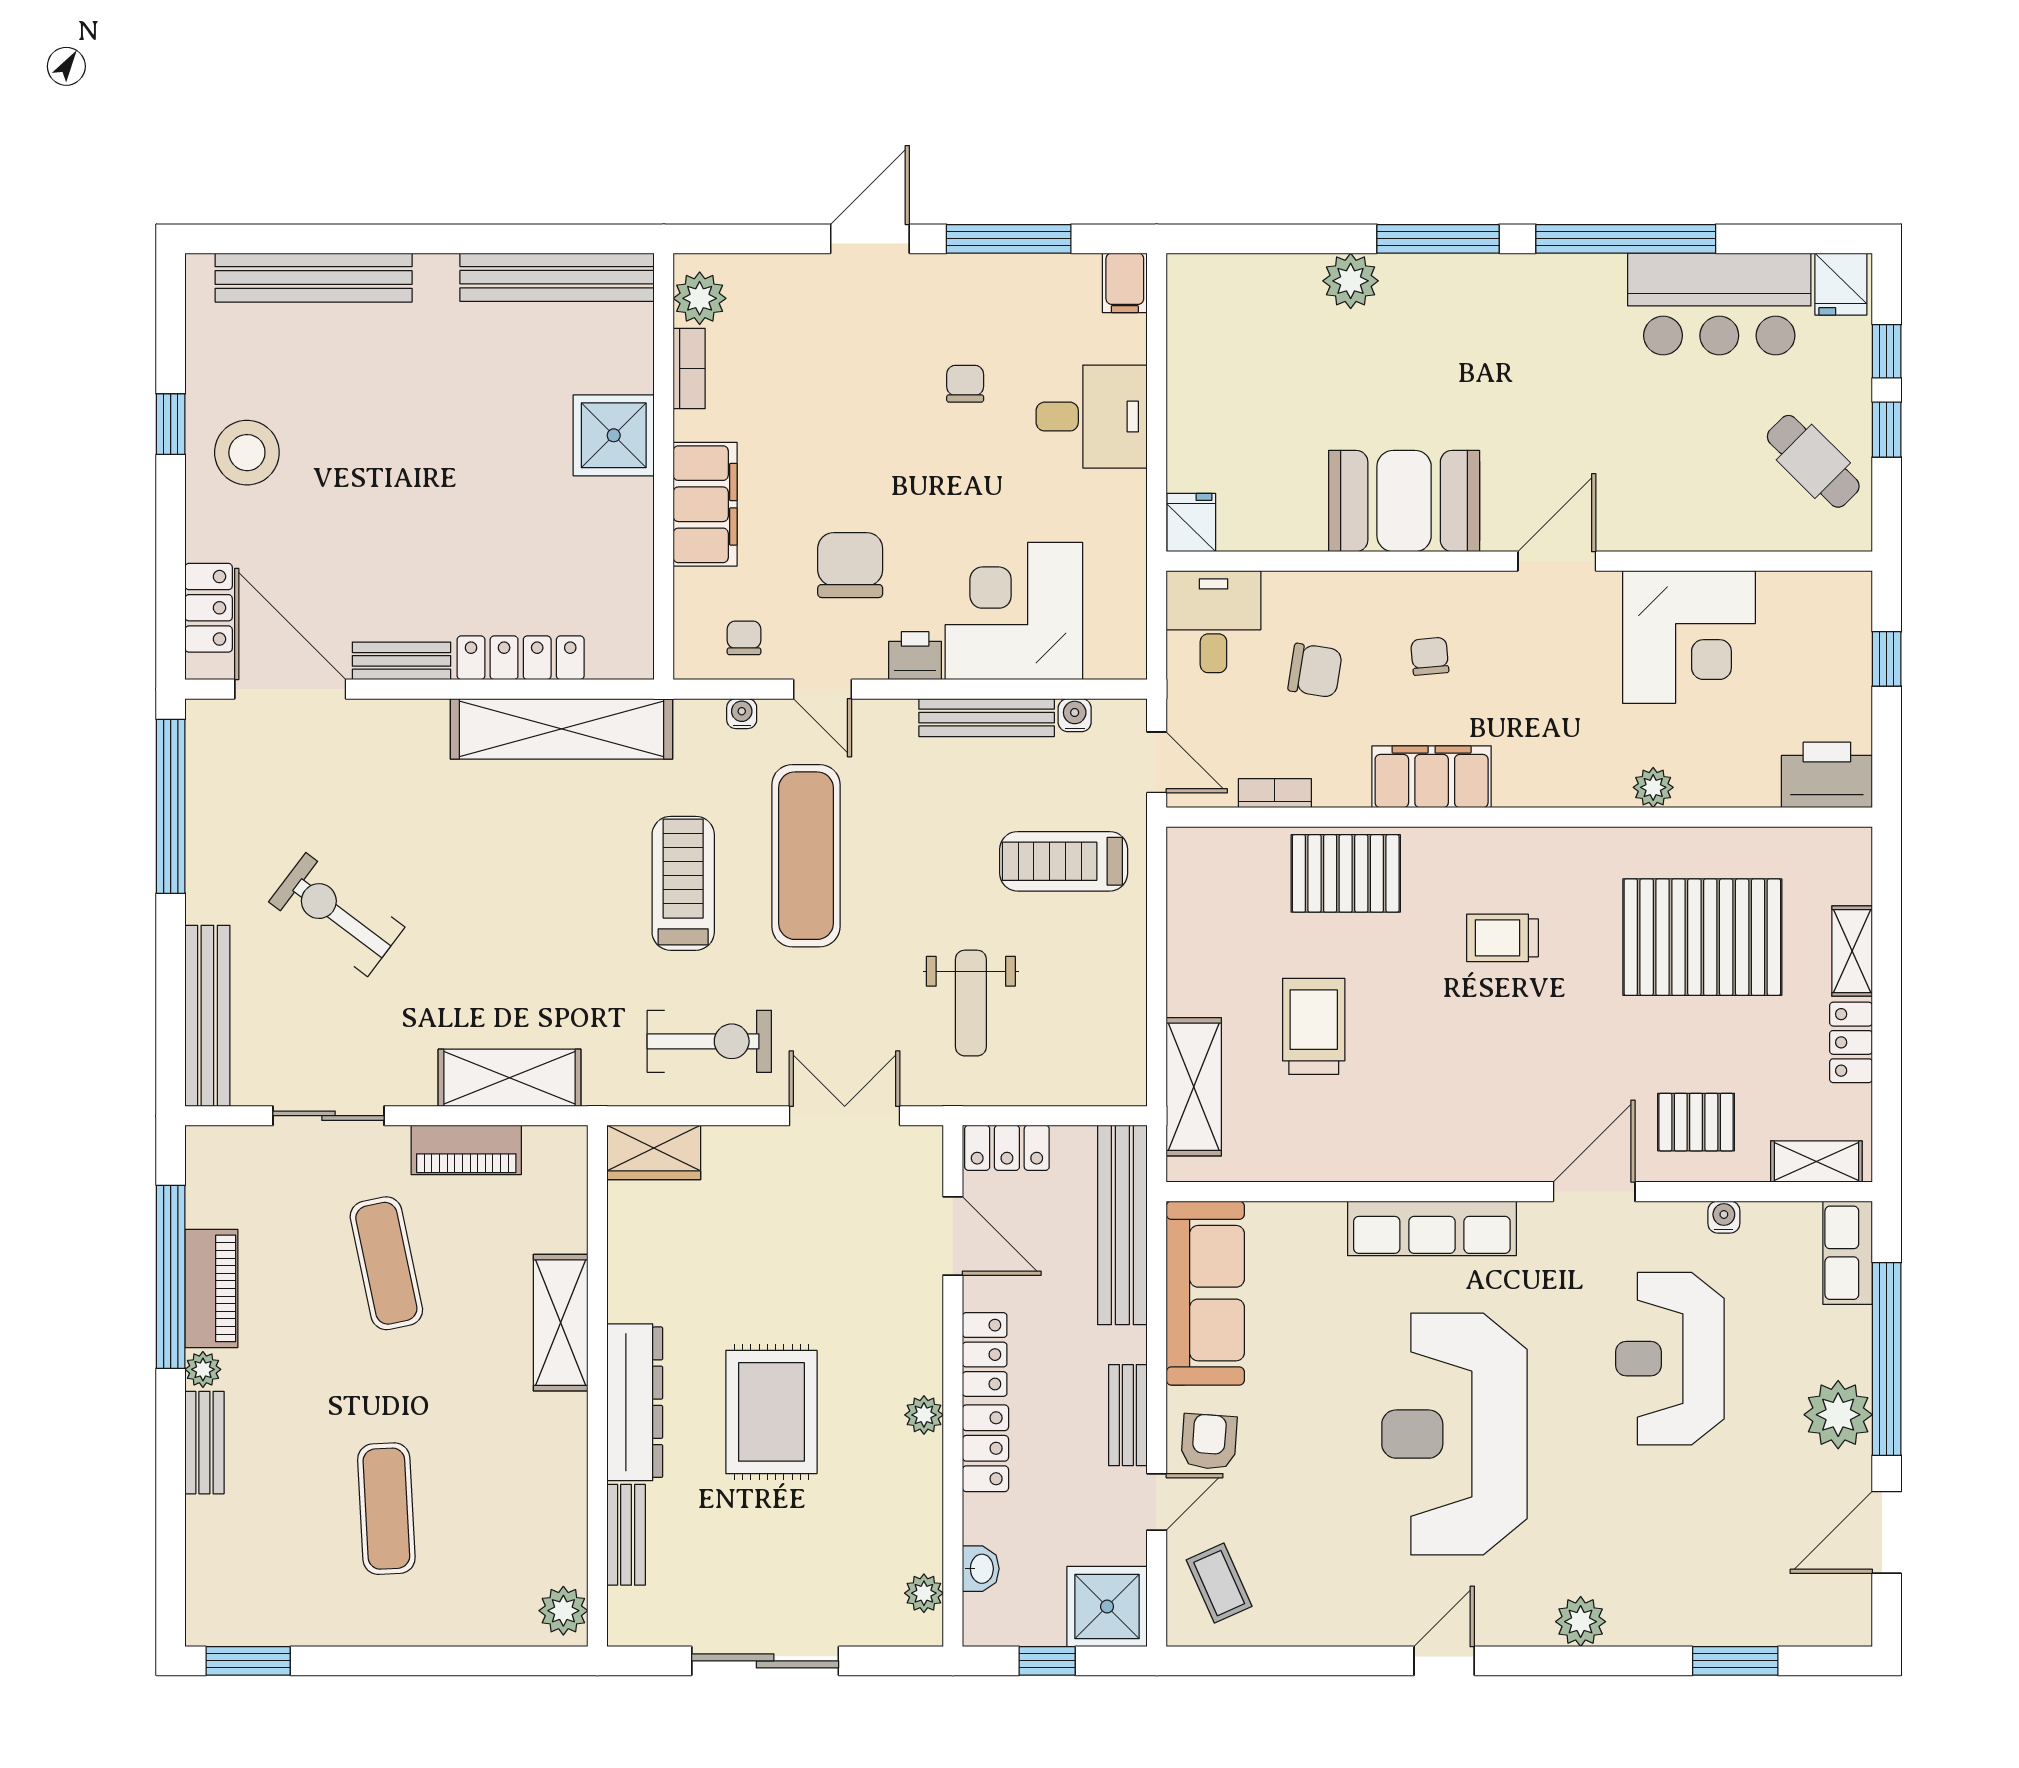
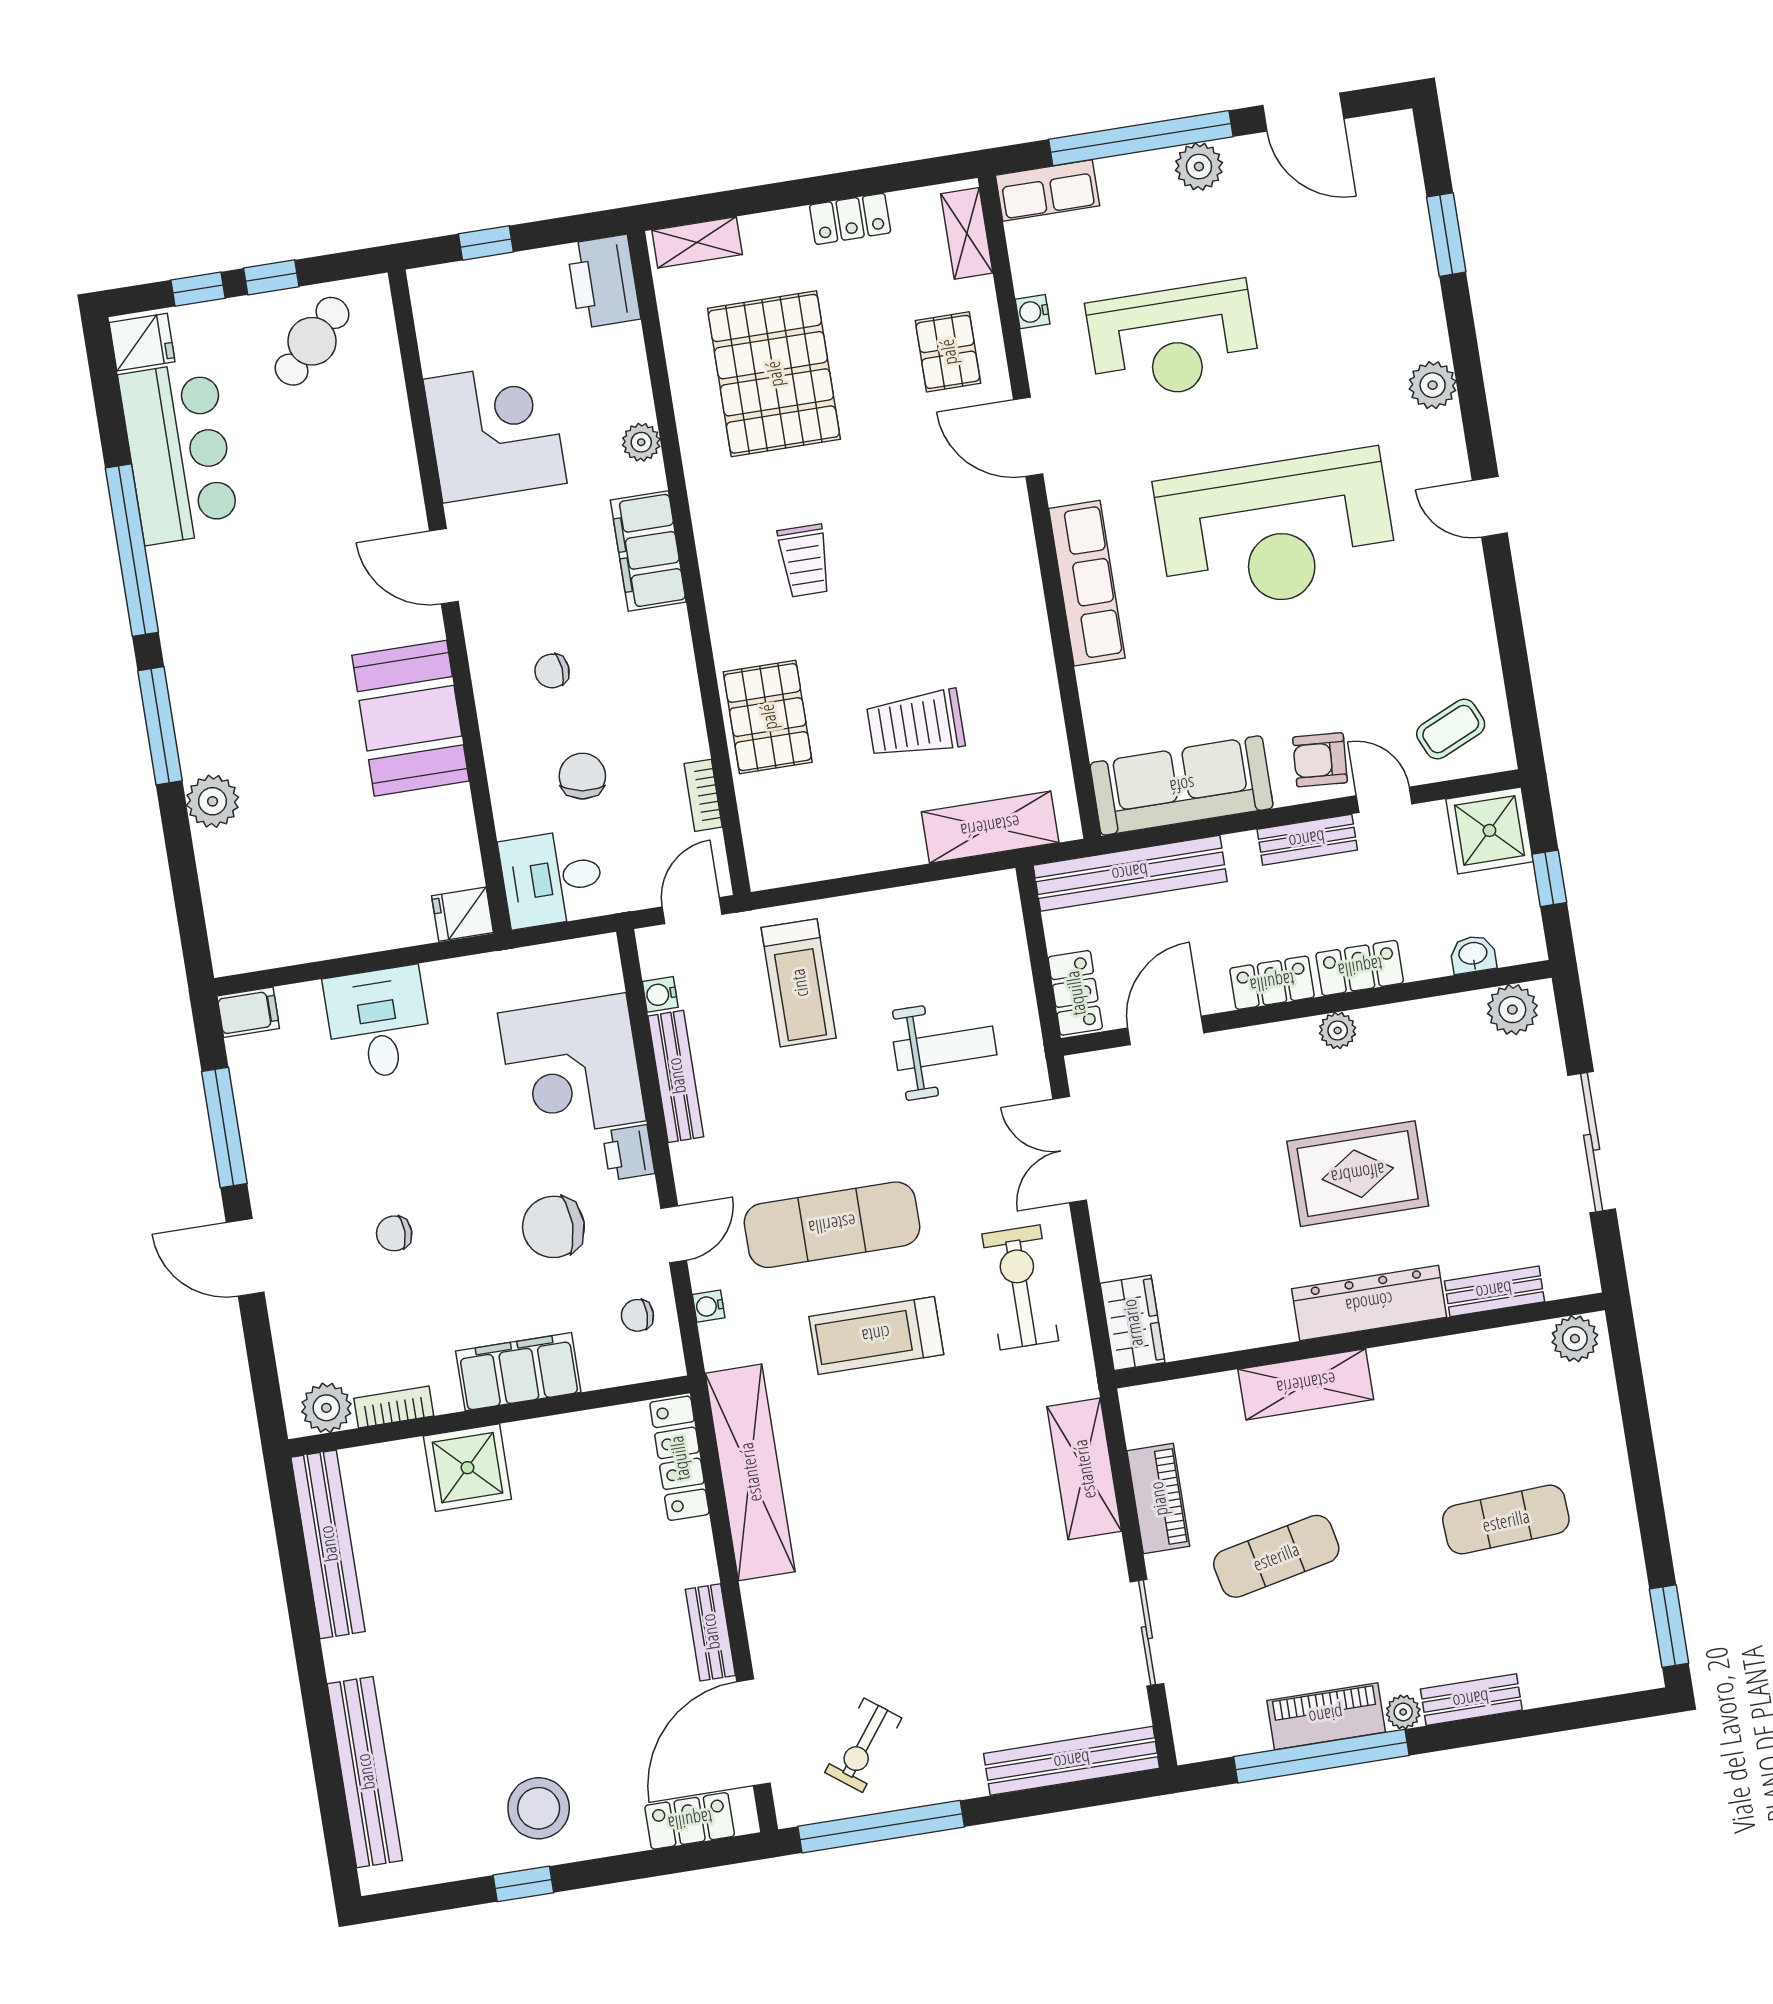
chair: (965, 384) -> (394, 1233), moved
locker: (521, 658) -> (679, 1458), moved
filing cabinet: (1432, 777) -> (648, 551), moved
exercise bike: (337, 915) -> (863, 1745), moved, width x0.73, depth x0.72
shelving: (1852, 951) -> (697, 242), moved
plant: (1838, 1415) -> (1199, 167), width x0.73, depth x0.73
plant: (924, 1593) -> (1512, 1010), width x1.38, depth x1.38

